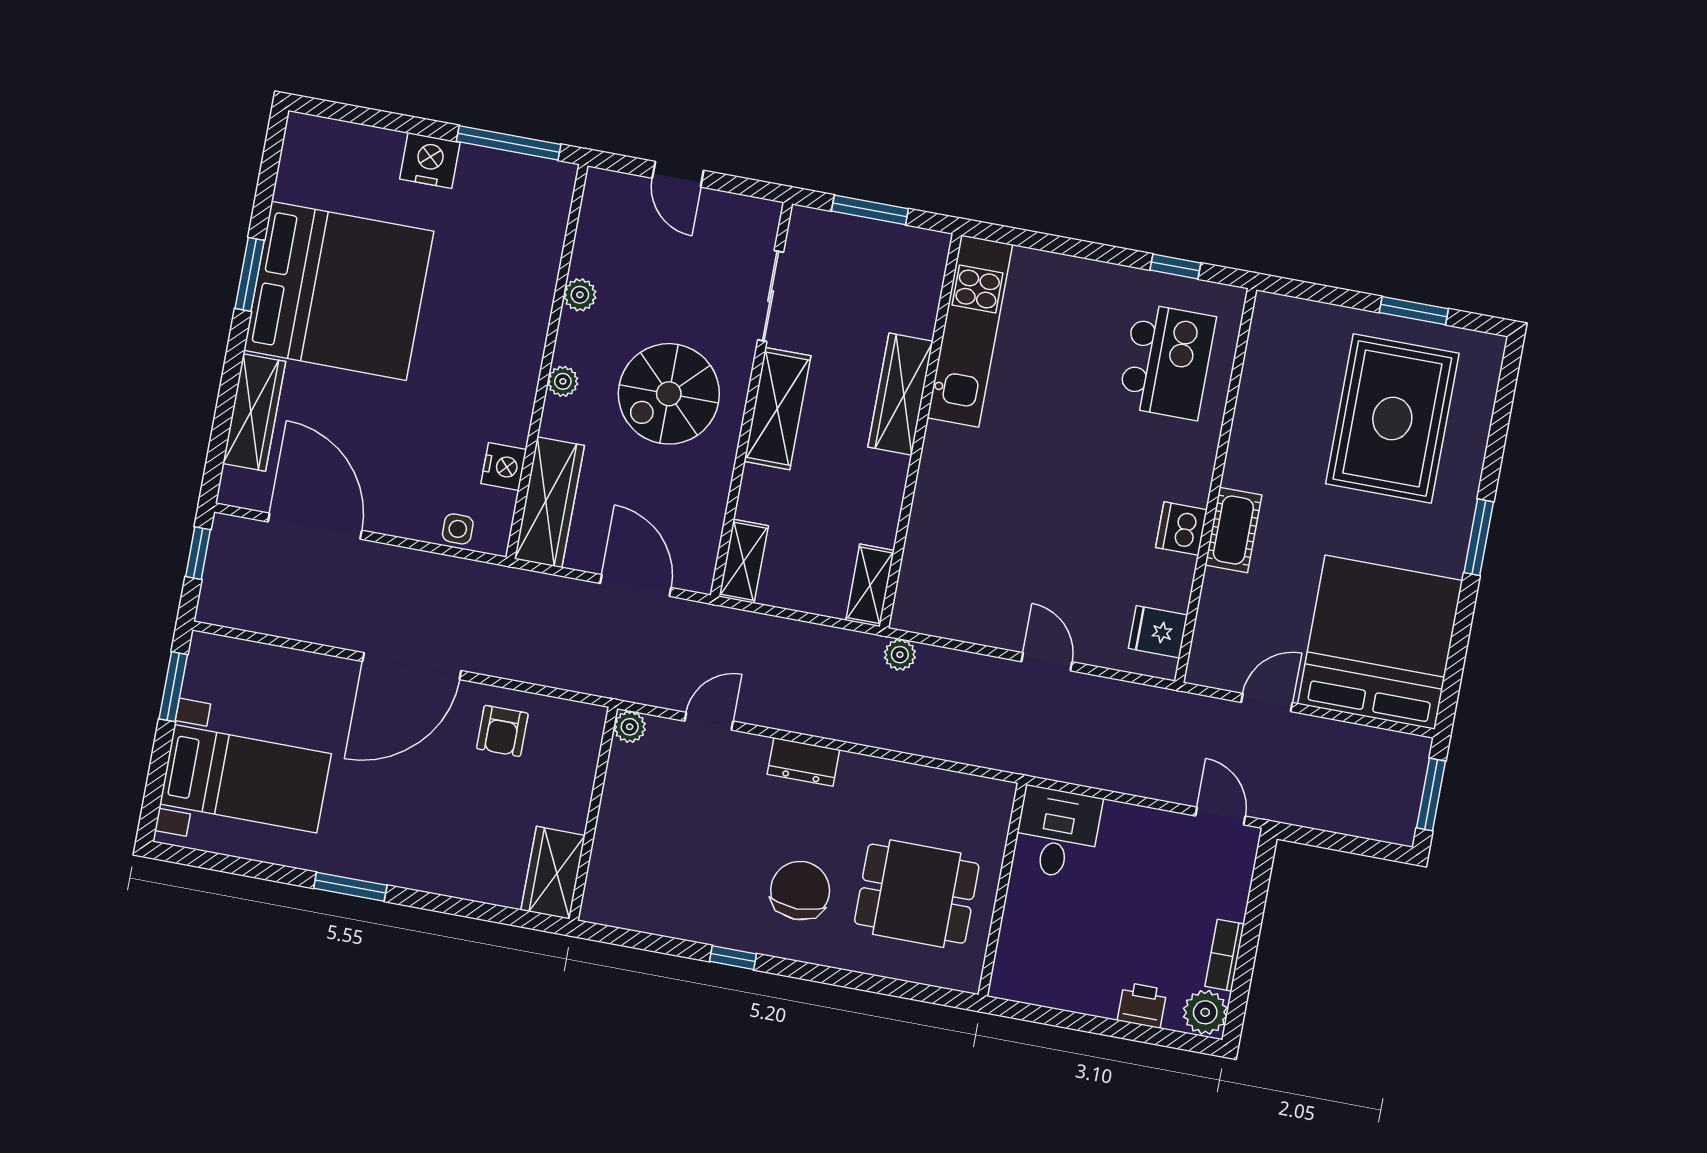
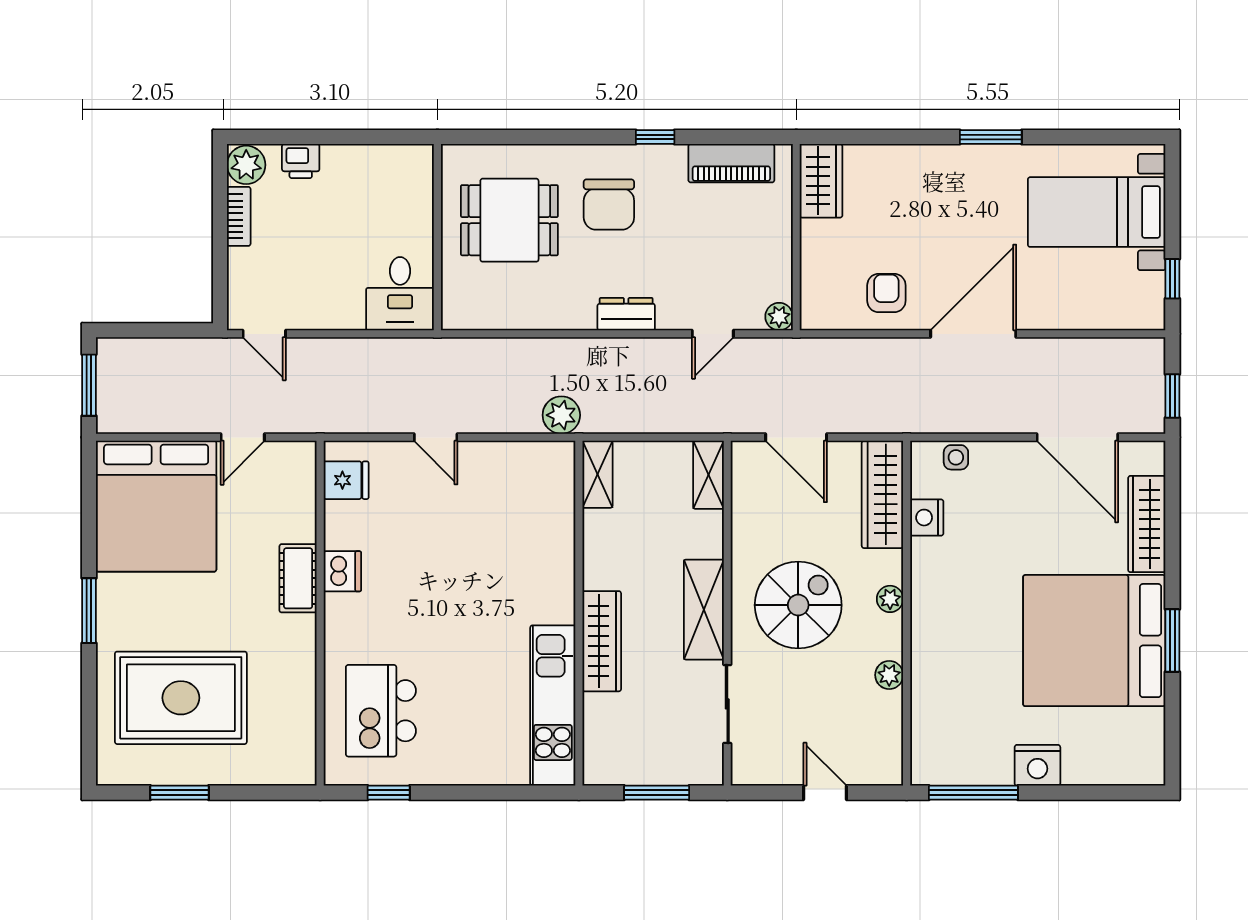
rug: (1392, 418) -> (181, 698), turned 90
plant: (900, 655) -> (561, 415), width x1.38, depth x1.38
window: (173, 687) -> (1172, 279), width x0.67
piano: (652, 912) -> (731, 163), added

